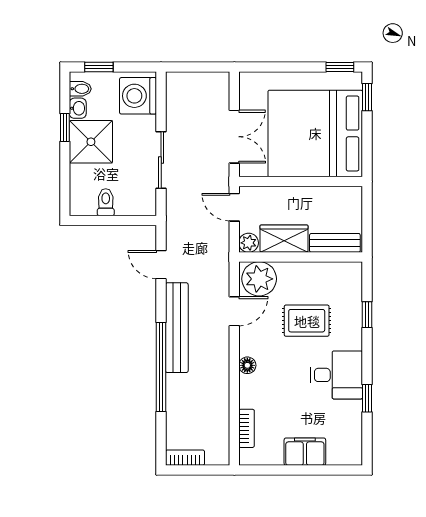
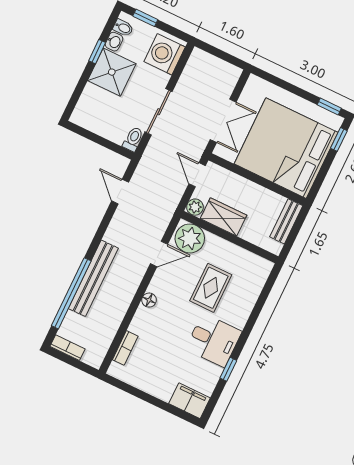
toilet: (106, 202) -> (133, 139), moved
bench: (335, 243) -> (286, 221), moved, turned 90
window: (367, 315) -> (259, 305), removed
rug: (307, 321) -> (211, 288), turned 90
bench: (177, 328) -> (93, 278), moved
window: (161, 367) -> (71, 293), moved
filing cabinet: (305, 452) -> (189, 401), moved

